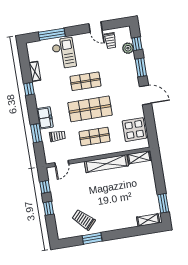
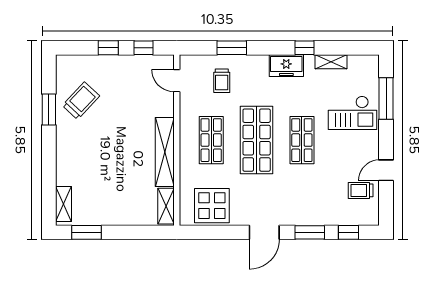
plant: (128, 48) -> (344, 217), removed
freezer: (45, 118) -> (286, 66), moved

